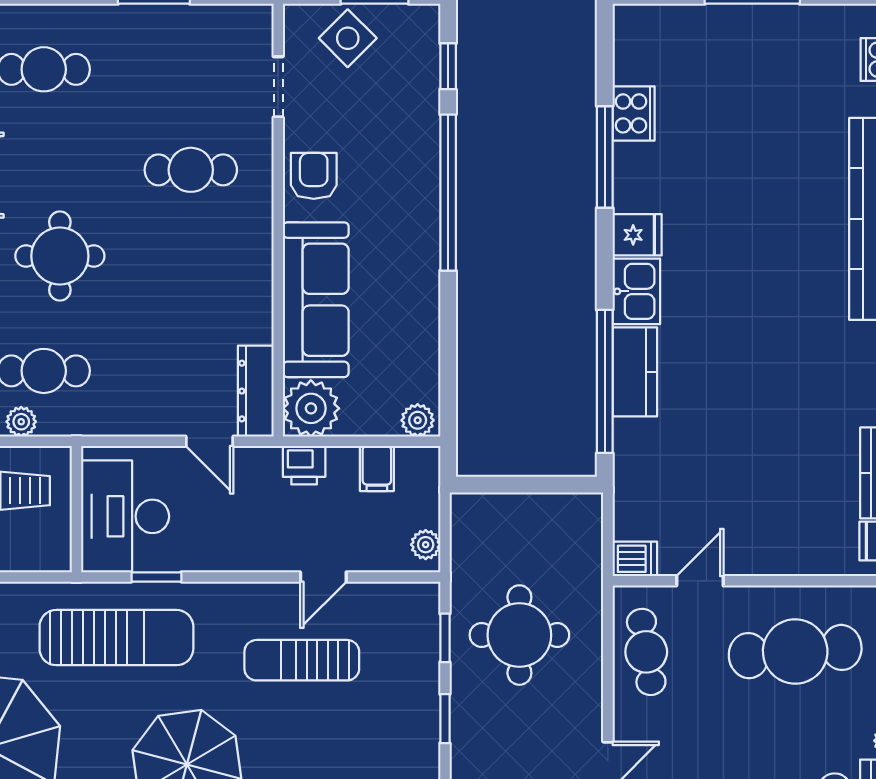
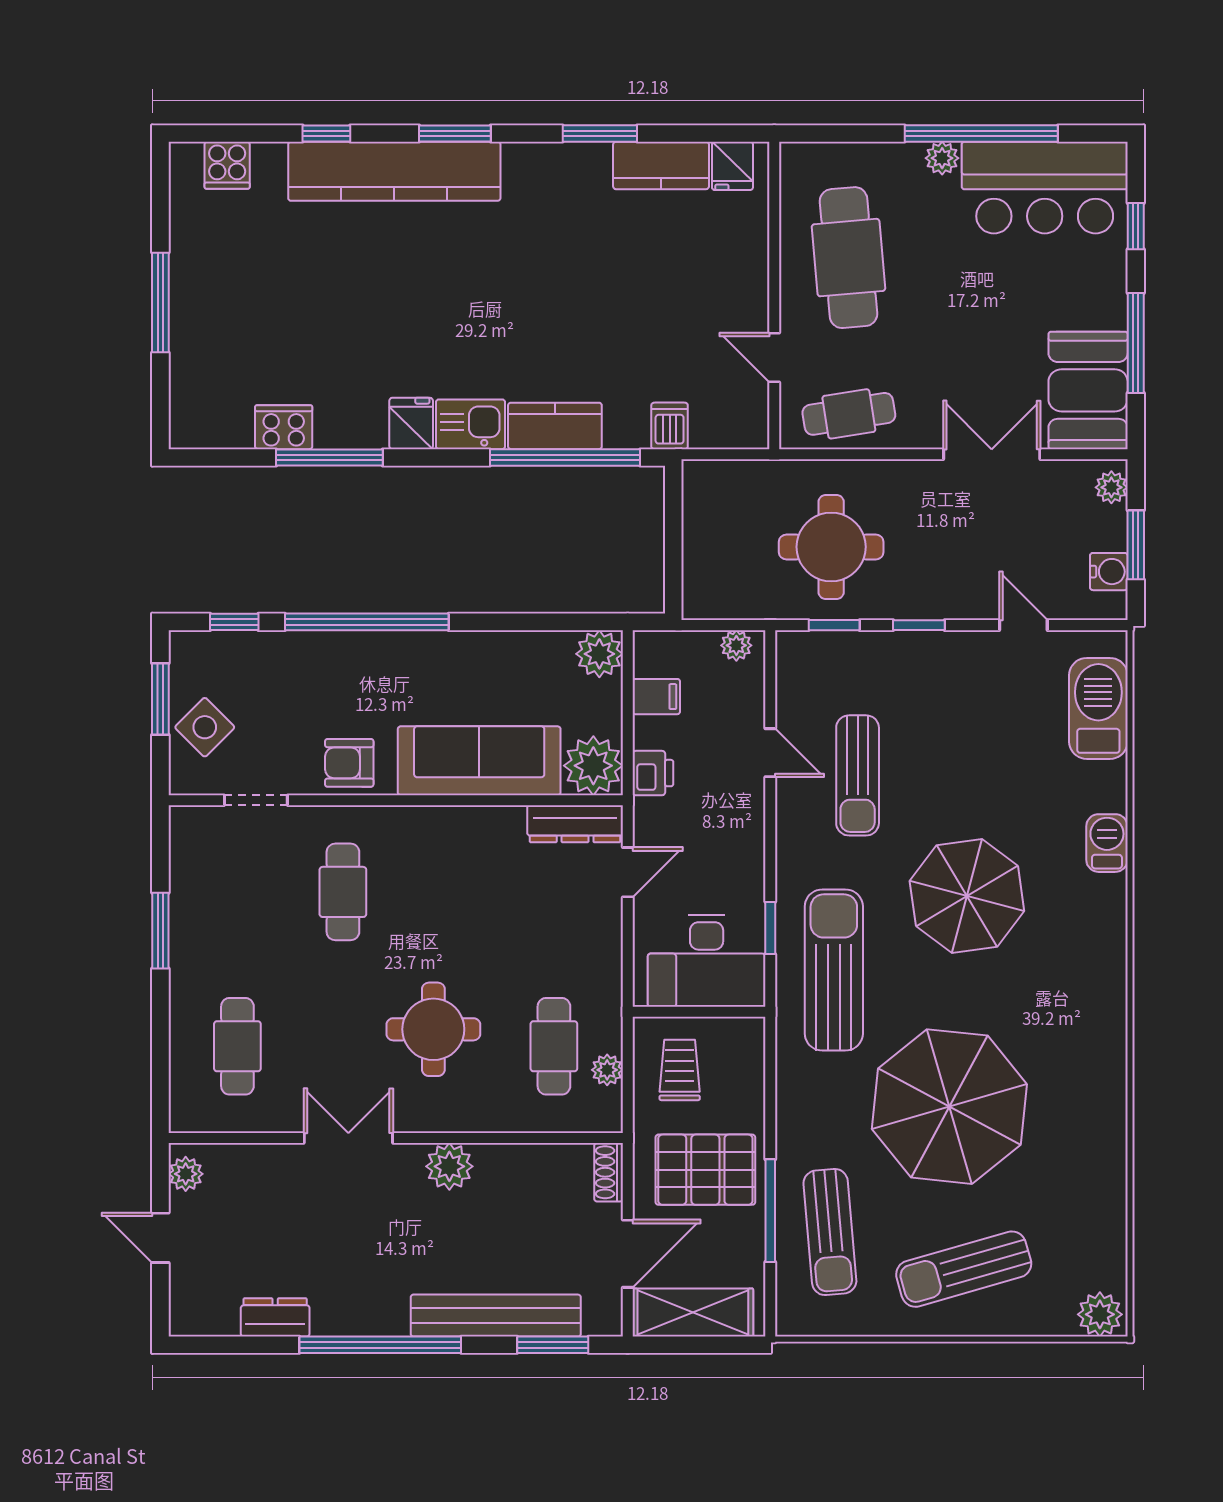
plant: (418, 420) -> (599, 654), width x1.38, depth x1.38
dishwasher: (635, 559) -> (670, 426), moved

